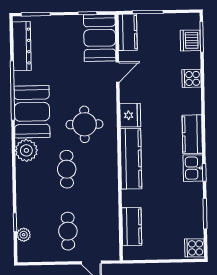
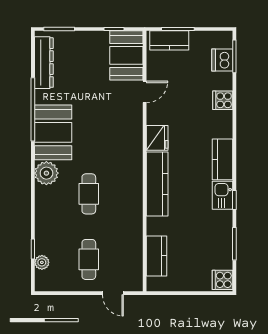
kitchen counter: (128, 32) -> (169, 40), moved, turned 90
round table: (84, 124) -> (108, 147), removed

